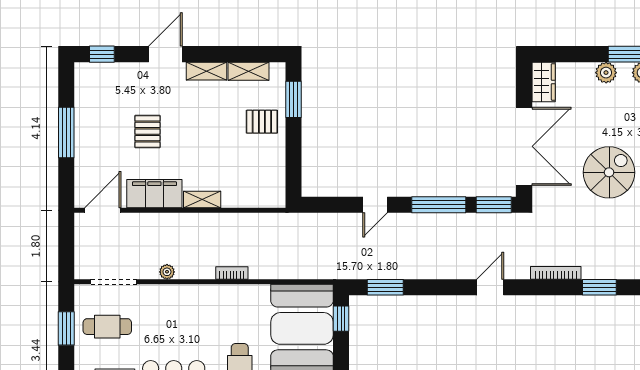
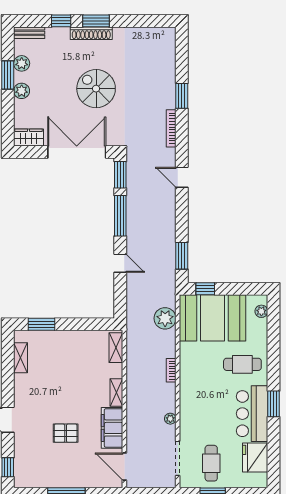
shelving: (207, 71) -> (116, 348), moved
pallet: (262, 122) -> (58, 348), removed
plant: (301, 265) -> (165, 318), added

